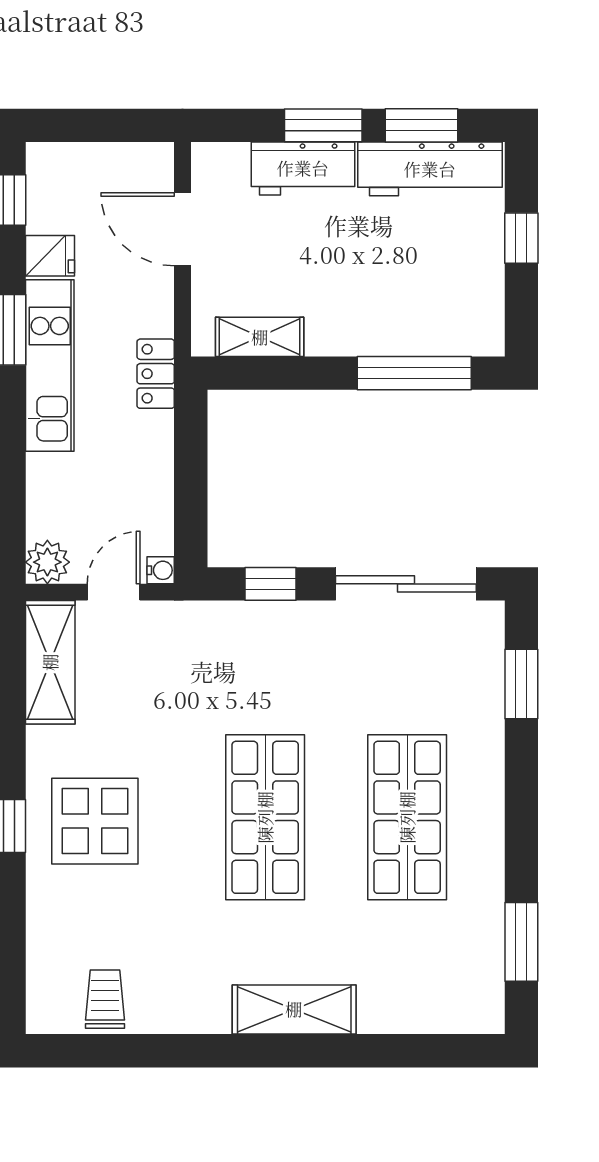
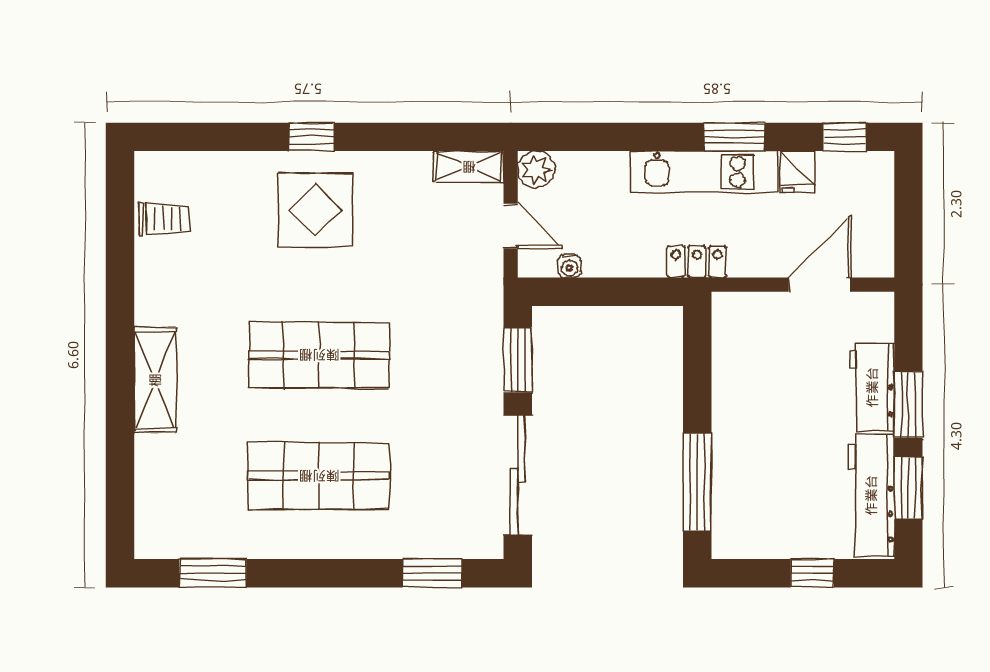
shelving: (260, 337) -> (728, 350), removed
water cooler: (161, 570) -> (569, 266), moved
window: (271, 584) -> (518, 360), width x1.50
shelving: (50, 662) -> (469, 167), width x0.67, depth x0.75

